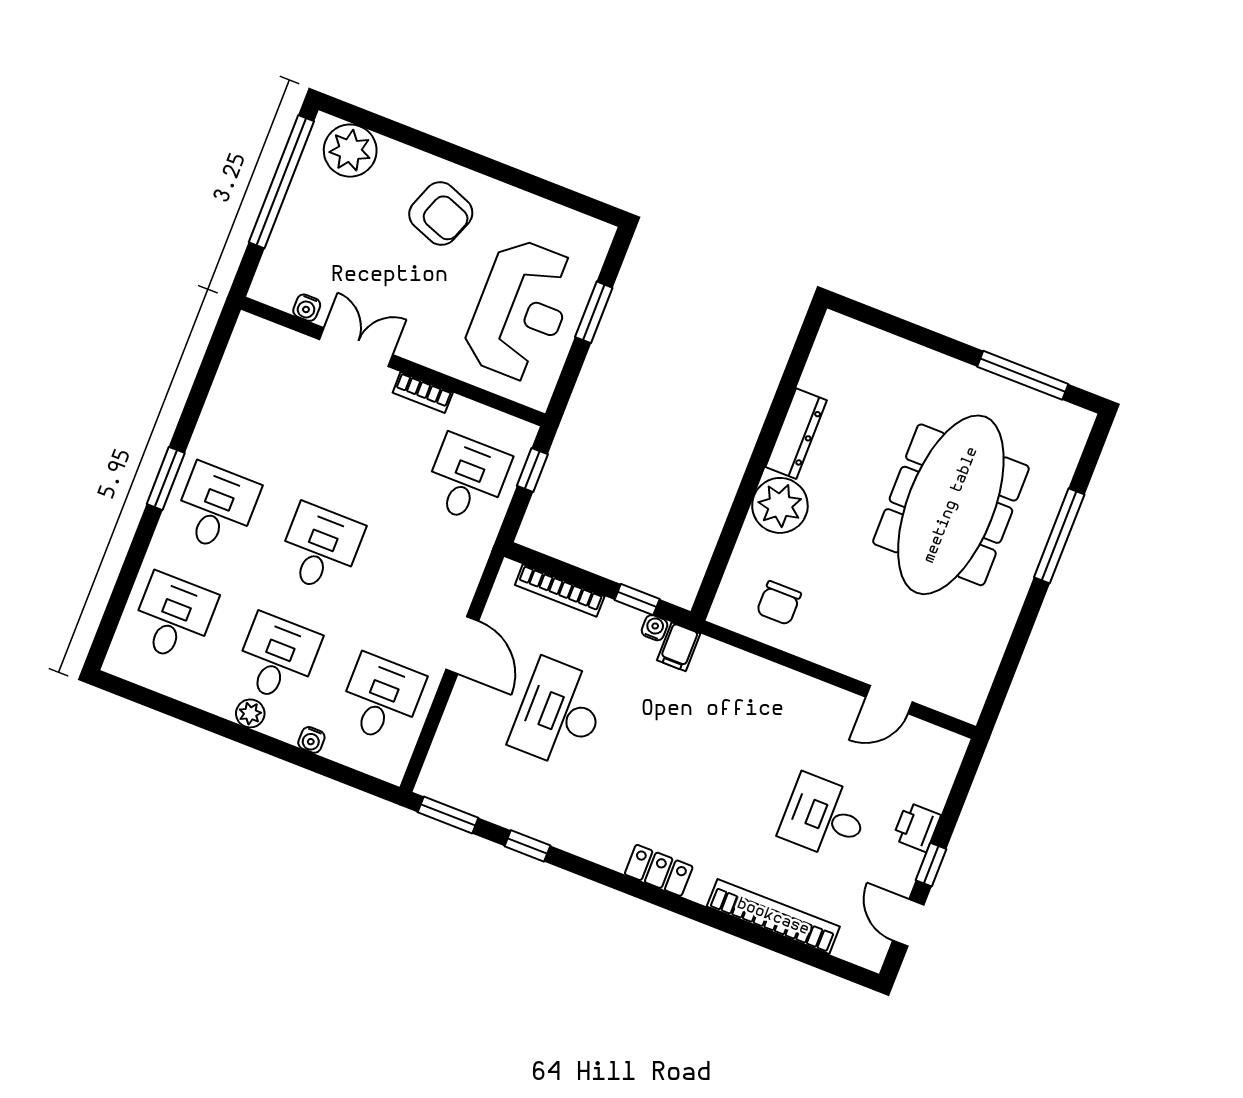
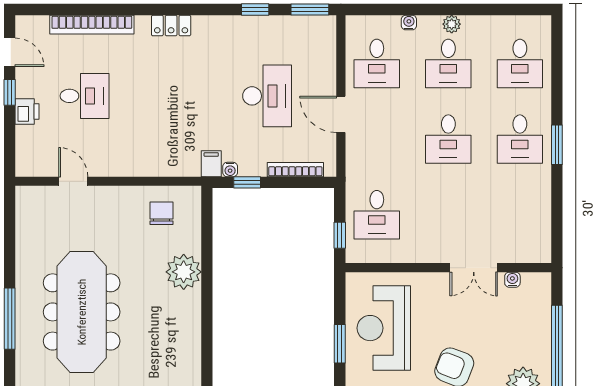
bookcase: (423, 393) -> (423, 256), removed
dresser: (796, 434) -> (191, 318), removed
door: (889, 700) -> (73, 181), hinge flipped

